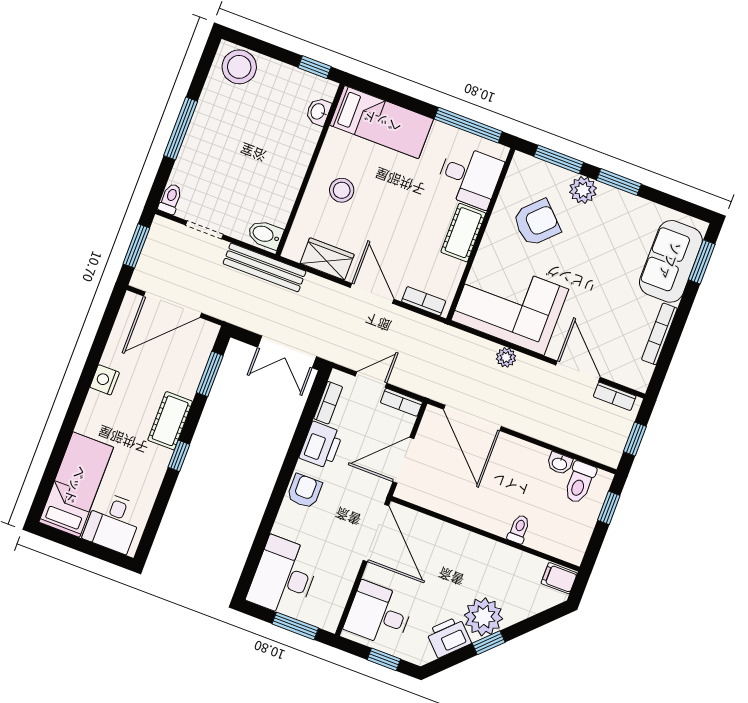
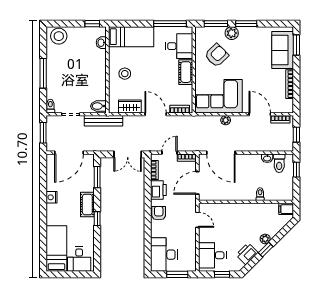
door: (376, 533) -> (197, 220), width x0.53
plant: (483, 617) -> (265, 239), width x0.53, depth x0.53

